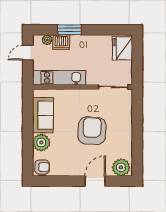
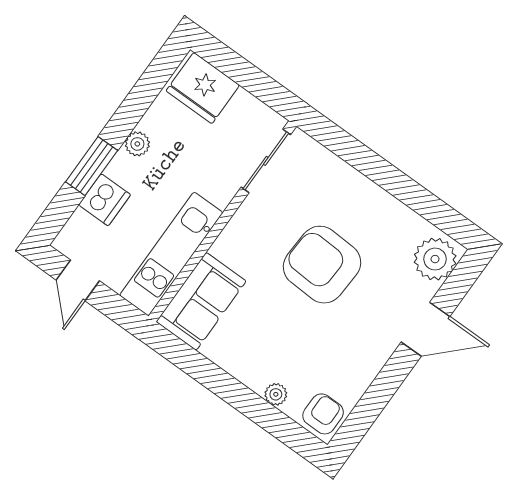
plant: (47, 40) -> (137, 144), moved
sofa: (43, 115) -> (201, 301), moved, turned 90
plant: (41, 143) -> (276, 394), width x0.53, depth x0.53
door: (95, 181) -> (425, 329), swing flipped

